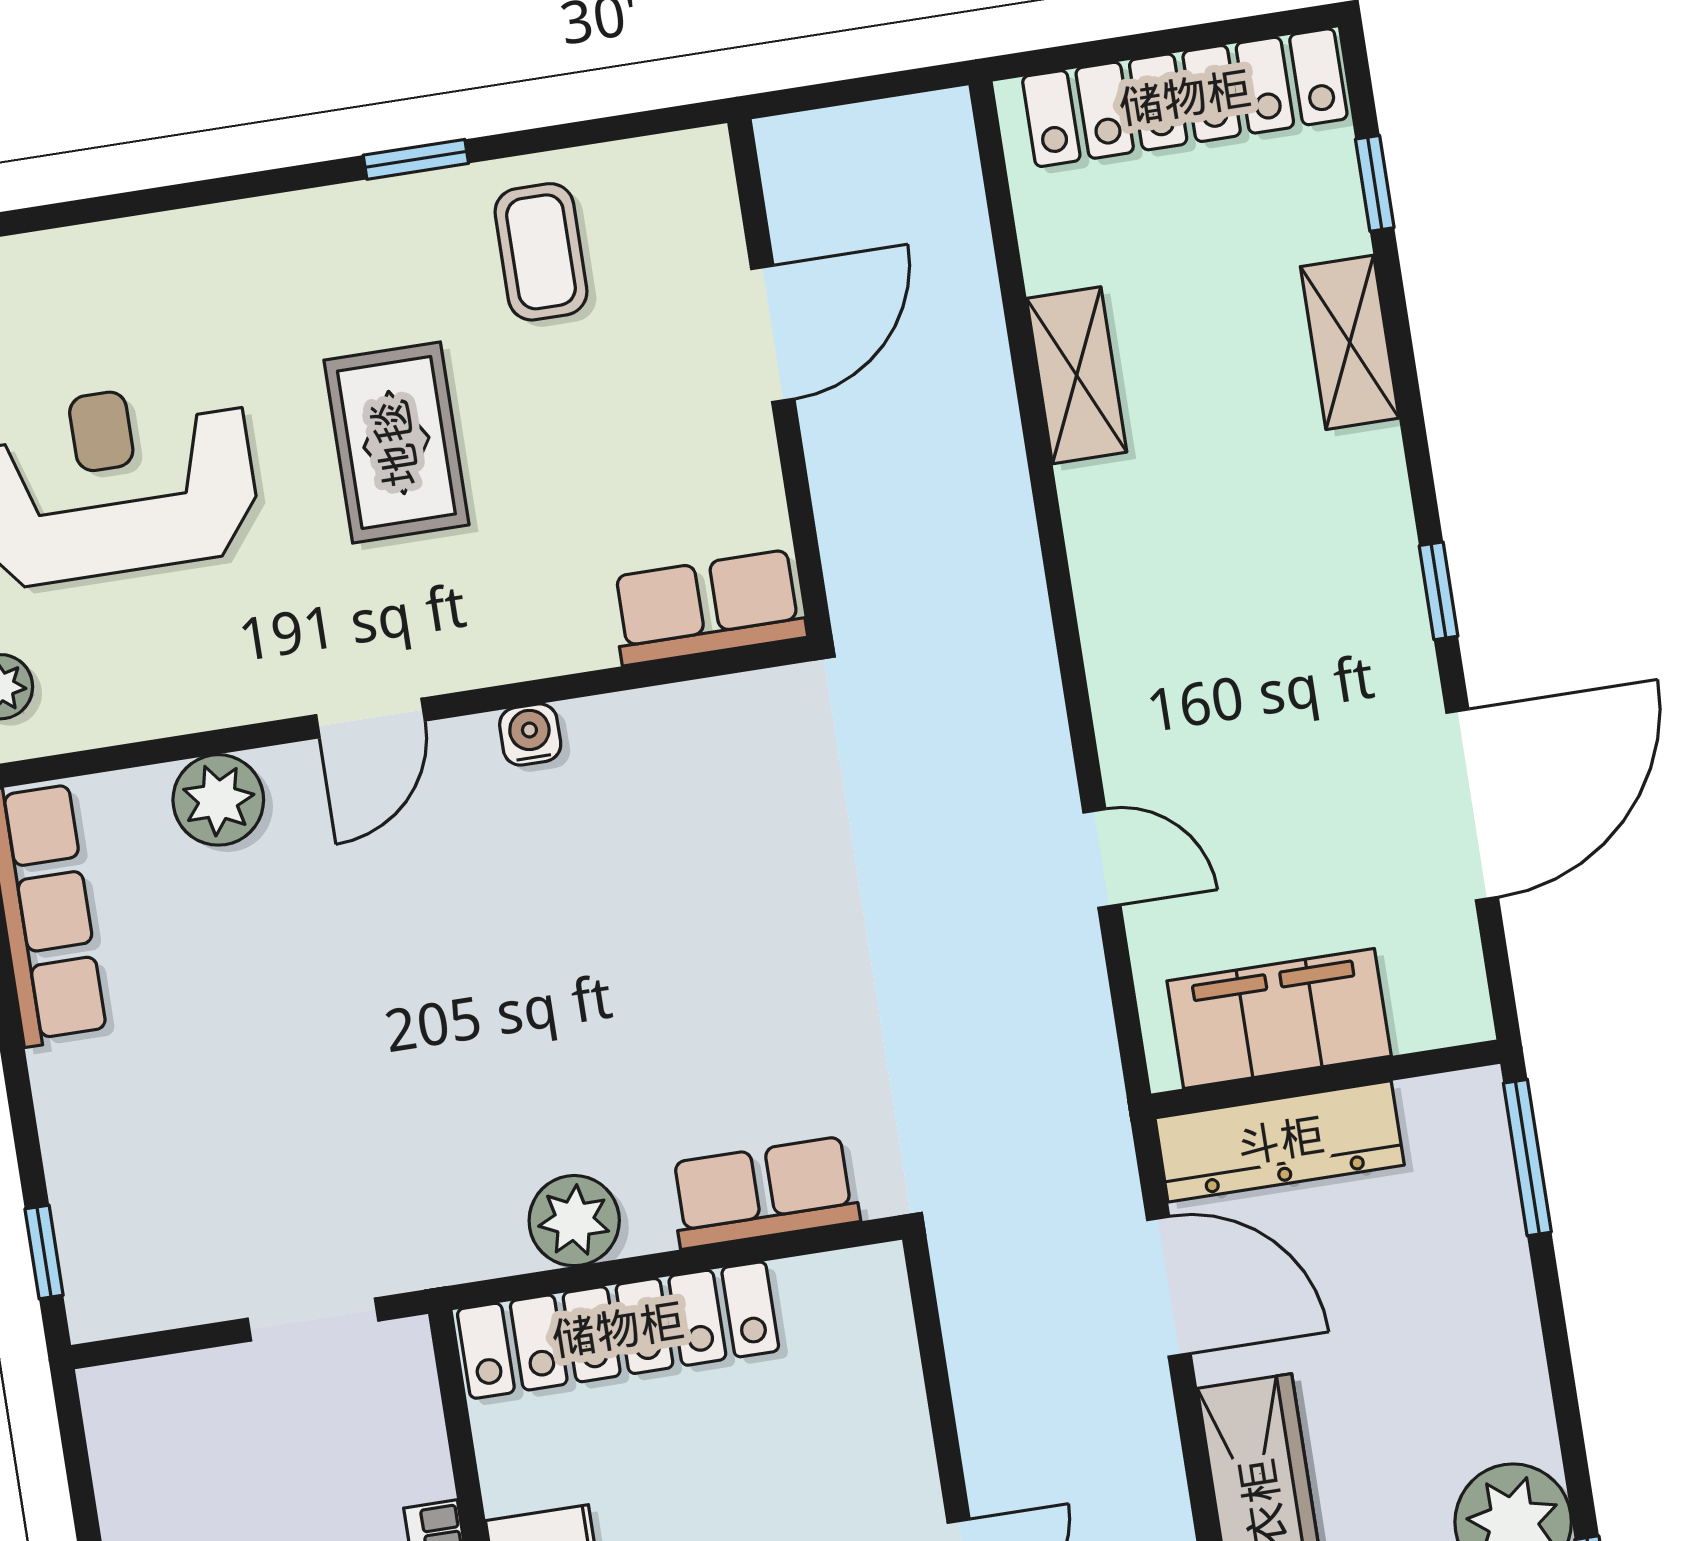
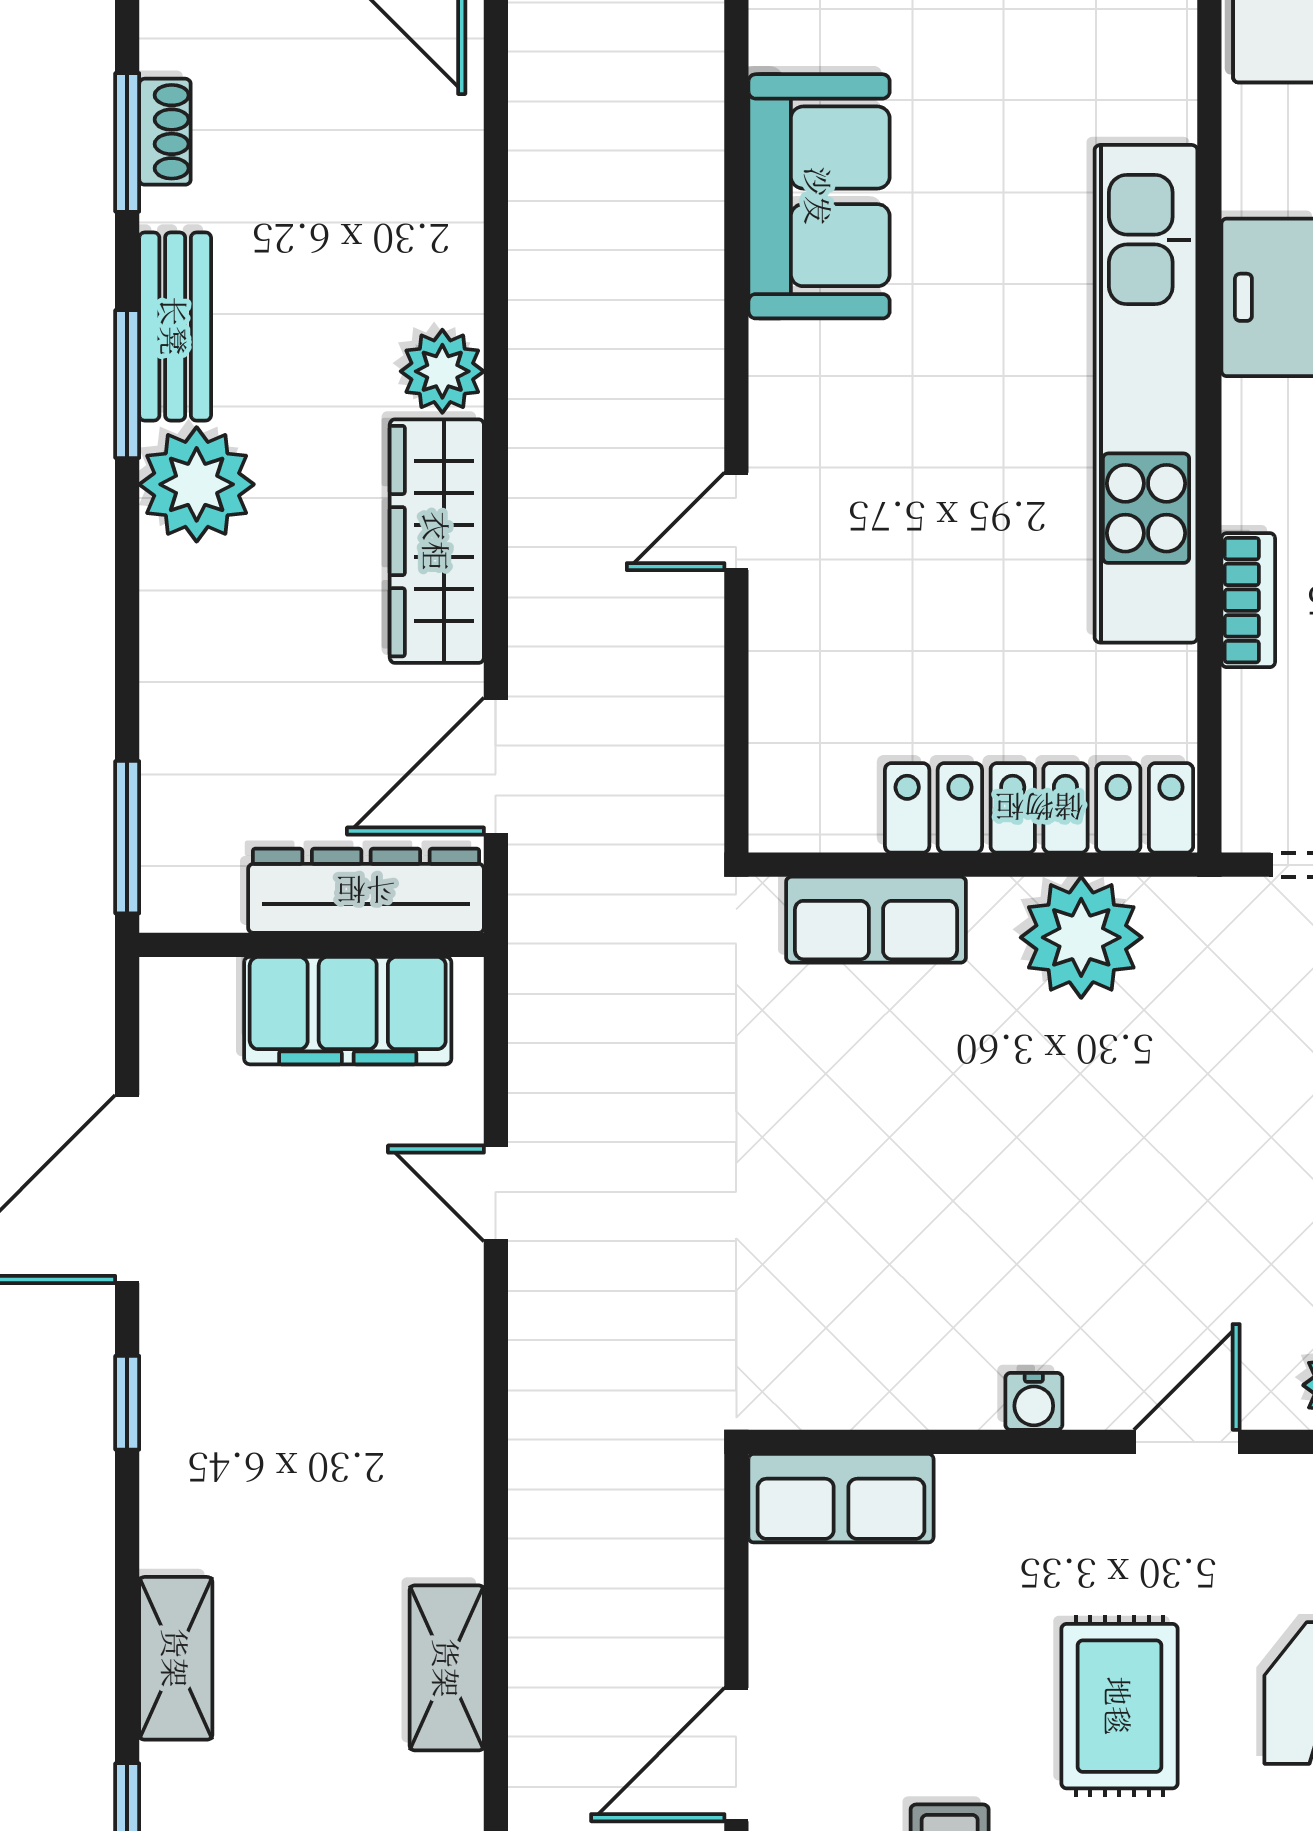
plant: (574, 1221) -> (1081, 937), width x1.36, depth x1.36
door: (1169, 1287) -> (496, 766), hinge flipped

